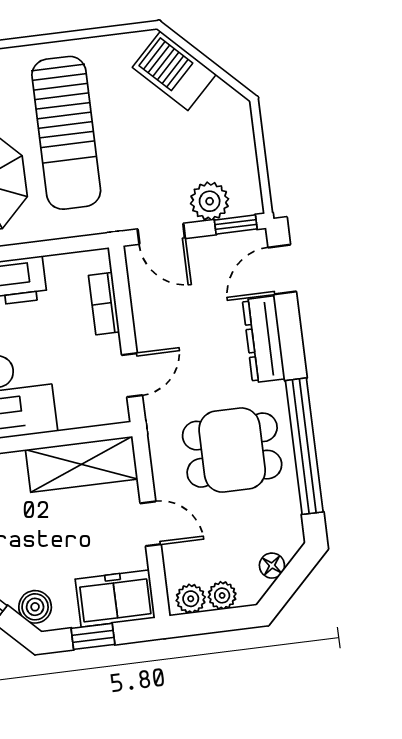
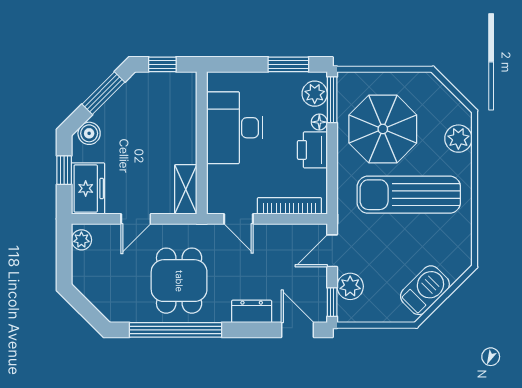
barbecue: (174, 71) -> (425, 290), moved
bookcase: (104, 304) -> (289, 206), width x1.56
dresser: (264, 339) -> (252, 311), width x0.70
shelving: (82, 464) -> (186, 189), width x0.67, depth x0.75
floor lamp: (272, 566) -> (97, 298), removed
plant: (222, 595) -> (81, 261), removed

